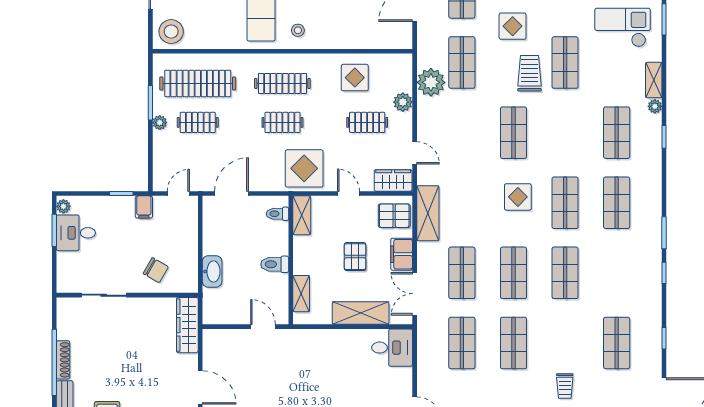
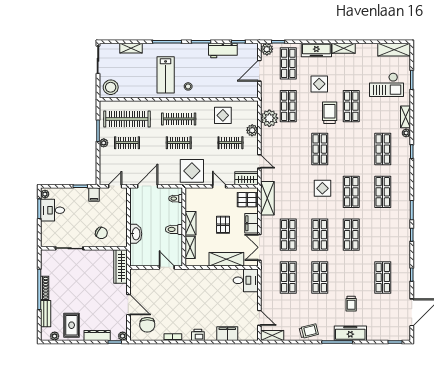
checkout: (623, 28) -> (386, 85), turned 180
shelving: (302, 215) -> (190, 223), moved

